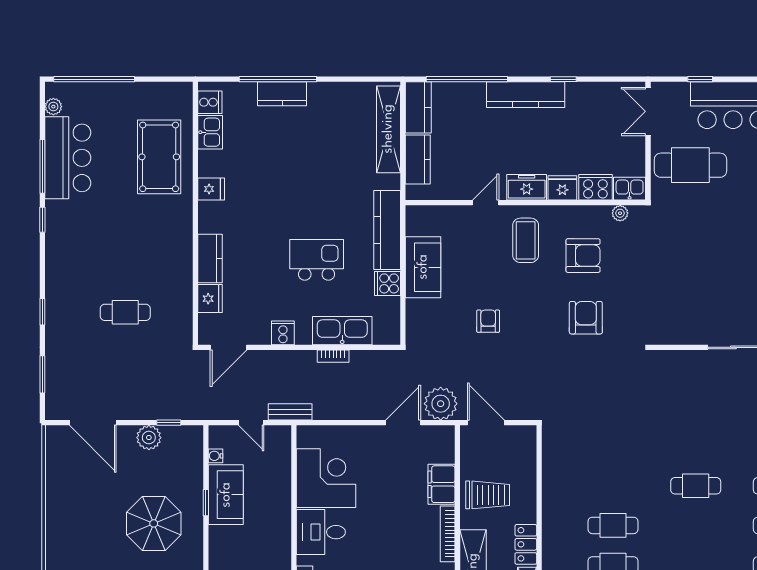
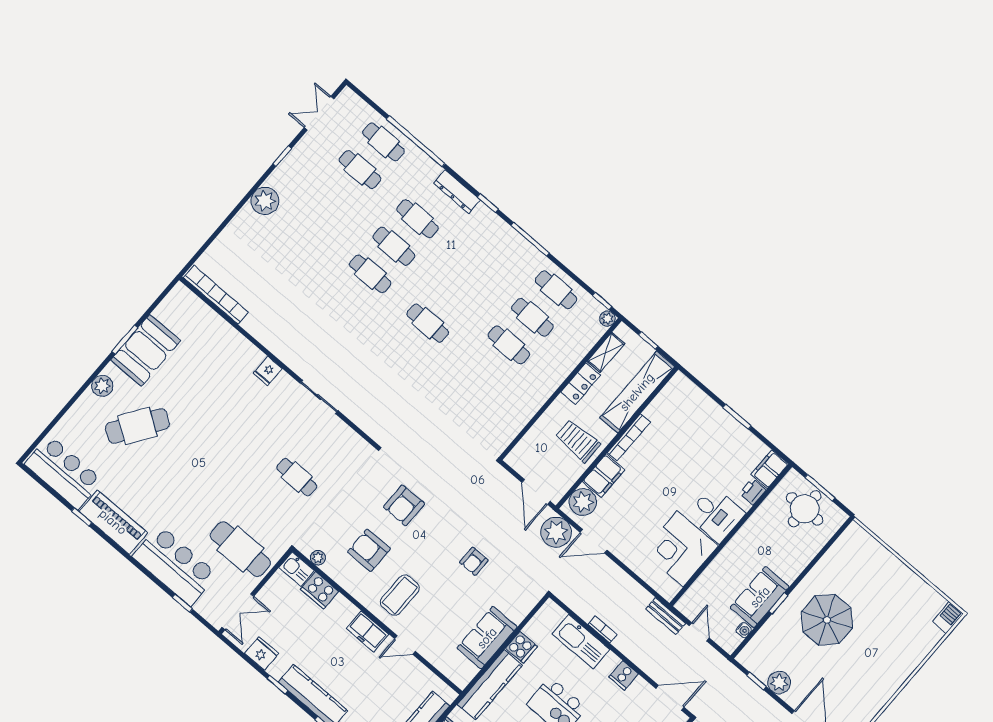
fridge: (562, 188) -> (262, 653), moved, turned 180
cafe table: (695, 265) -> (297, 477), added
plant: (440, 448) -> (583, 502), added

